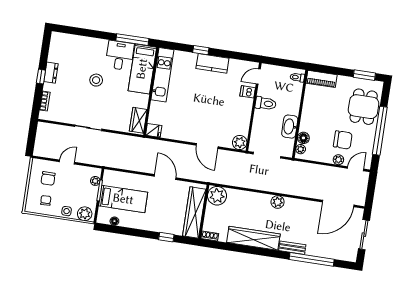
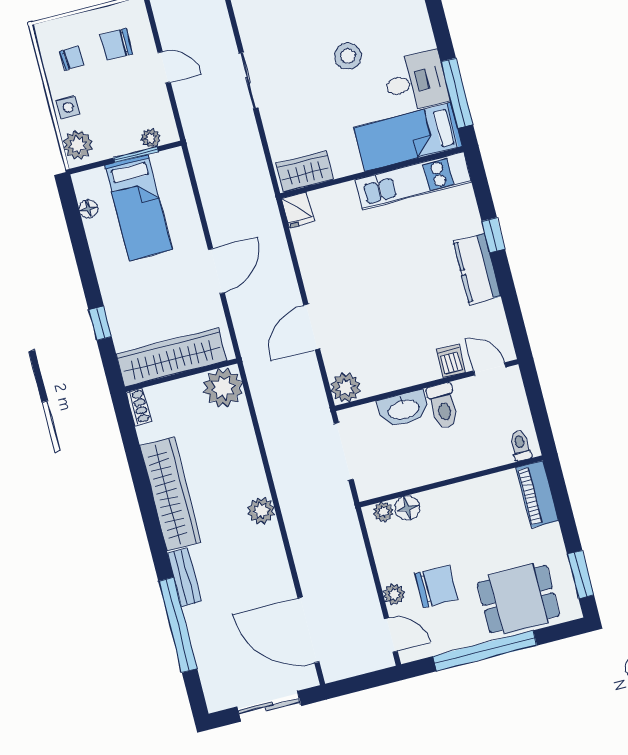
washbasin: (290, 127) -> (403, 409), moved, turned 180
chair: (343, 140) -> (436, 586), turned -90

